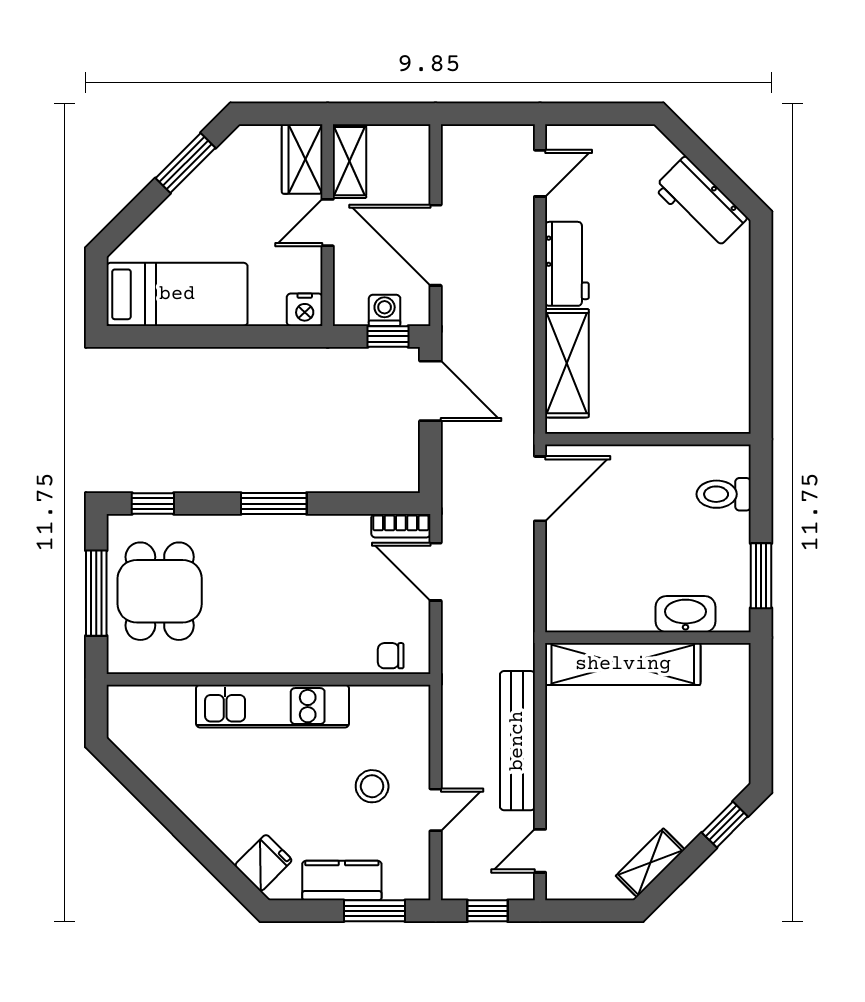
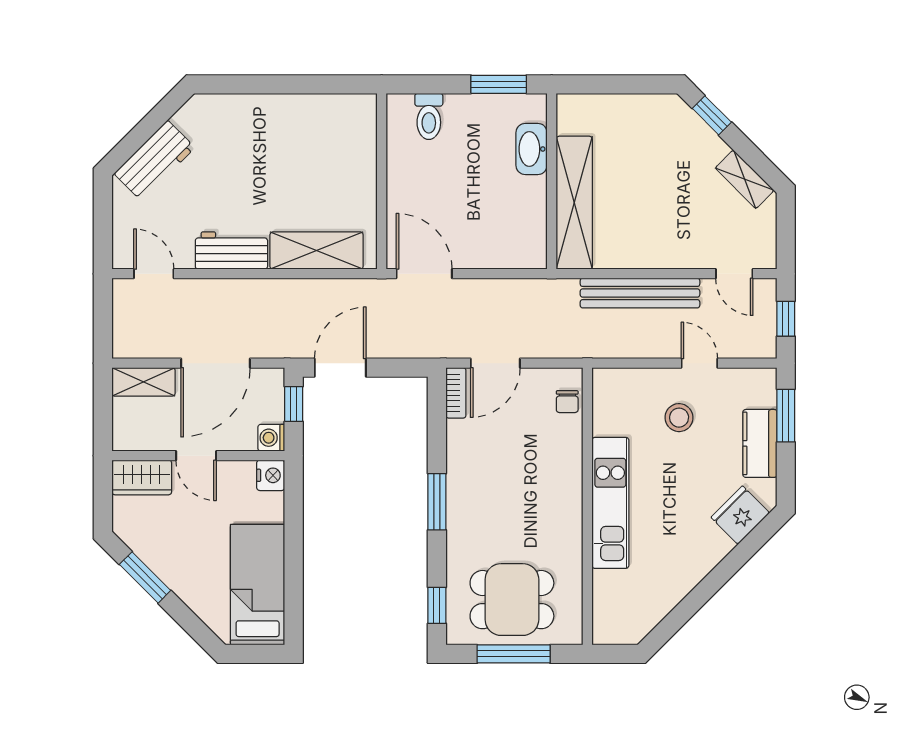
shelving: (350, 161) -> (143, 382), moved
workbench: (701, 203) -> (155, 161), moved
washing machine: (385, 310) -> (271, 438), moved
fridge: (263, 863) -> (740, 515), width x1.38

